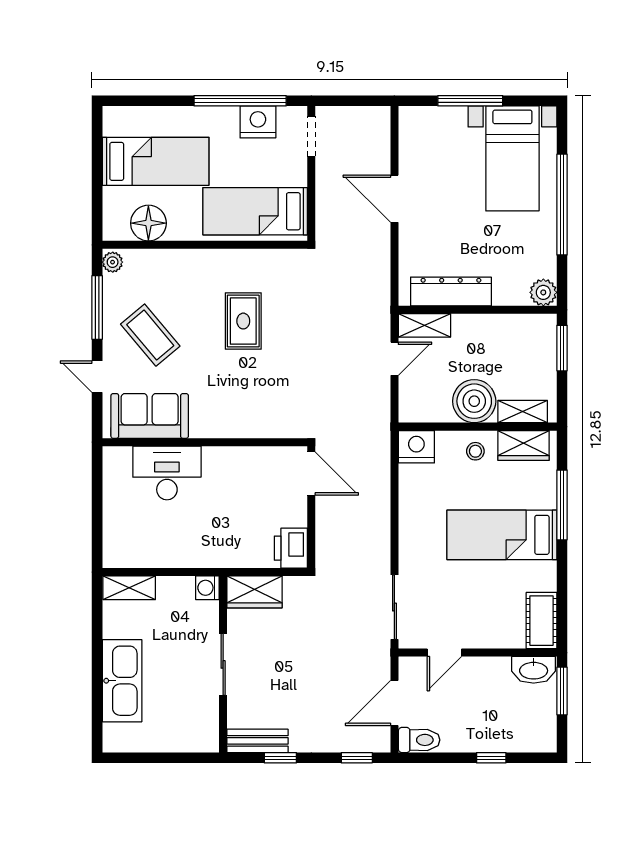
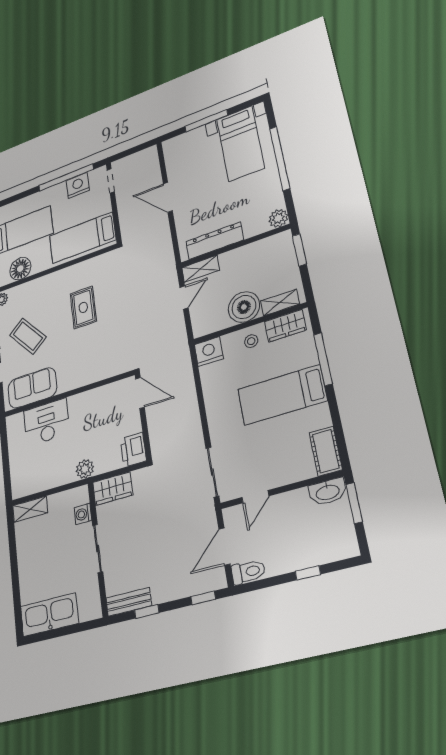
plant: (217, 555) -> (85, 469), added
washing machine: (207, 588) -> (83, 514), moved
kitchen sink: (122, 681) -> (49, 615), moved, turned -90

